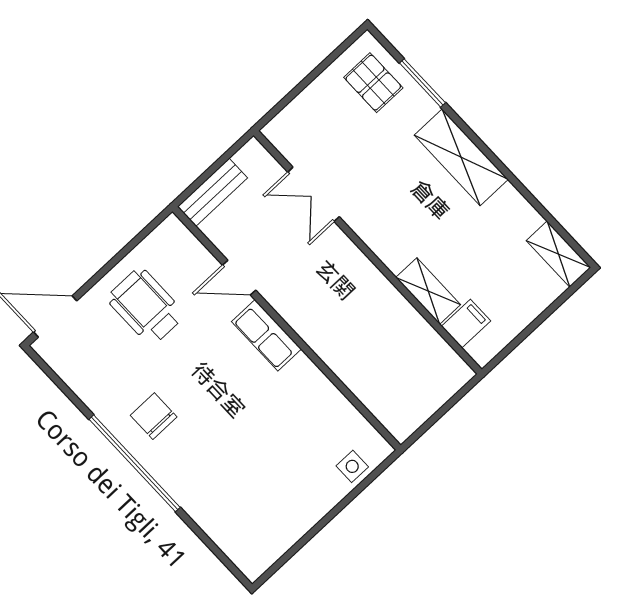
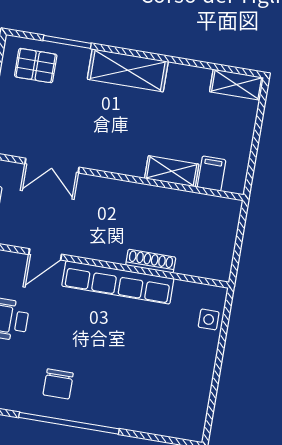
row of seats: (266, 335) -> (118, 282), width x2.02
shoe rack: (339, 364) -> (151, 261), added
chair: (154, 416) -> (58, 384), turned -90

